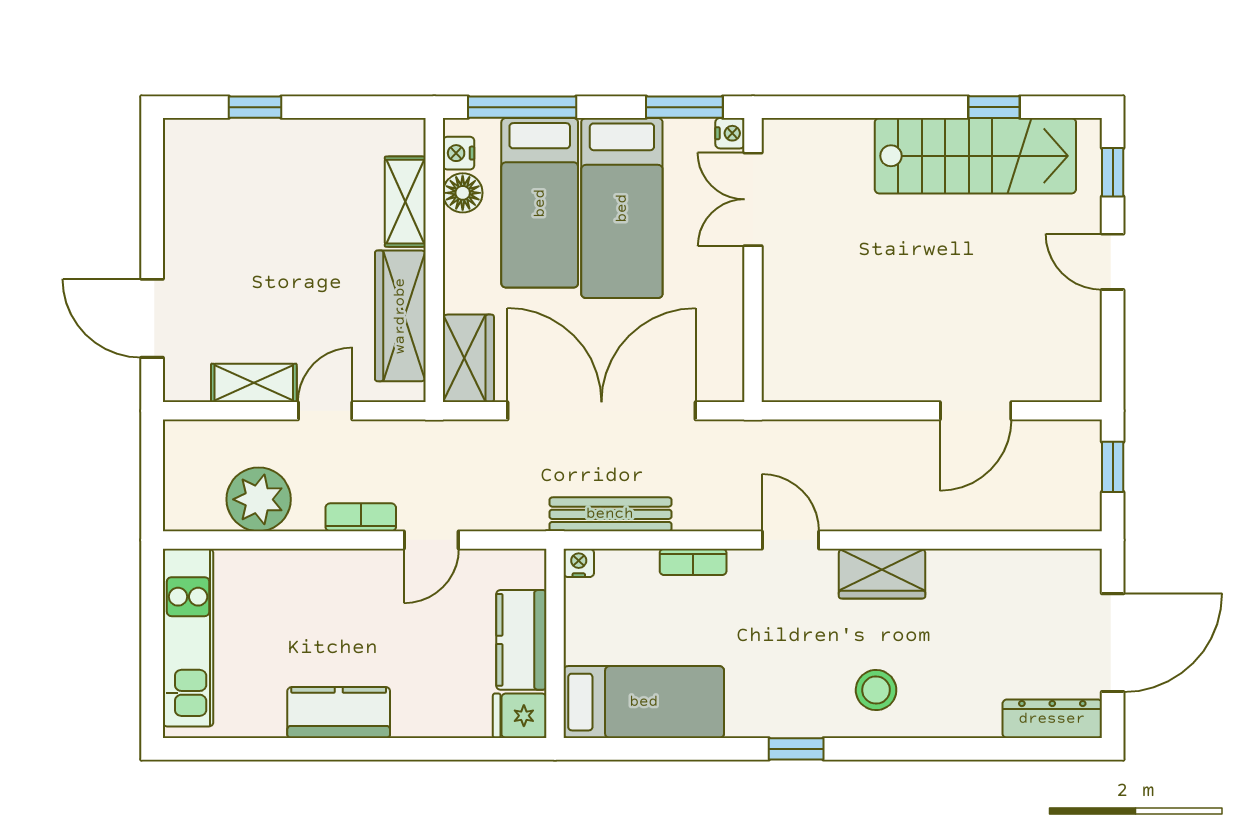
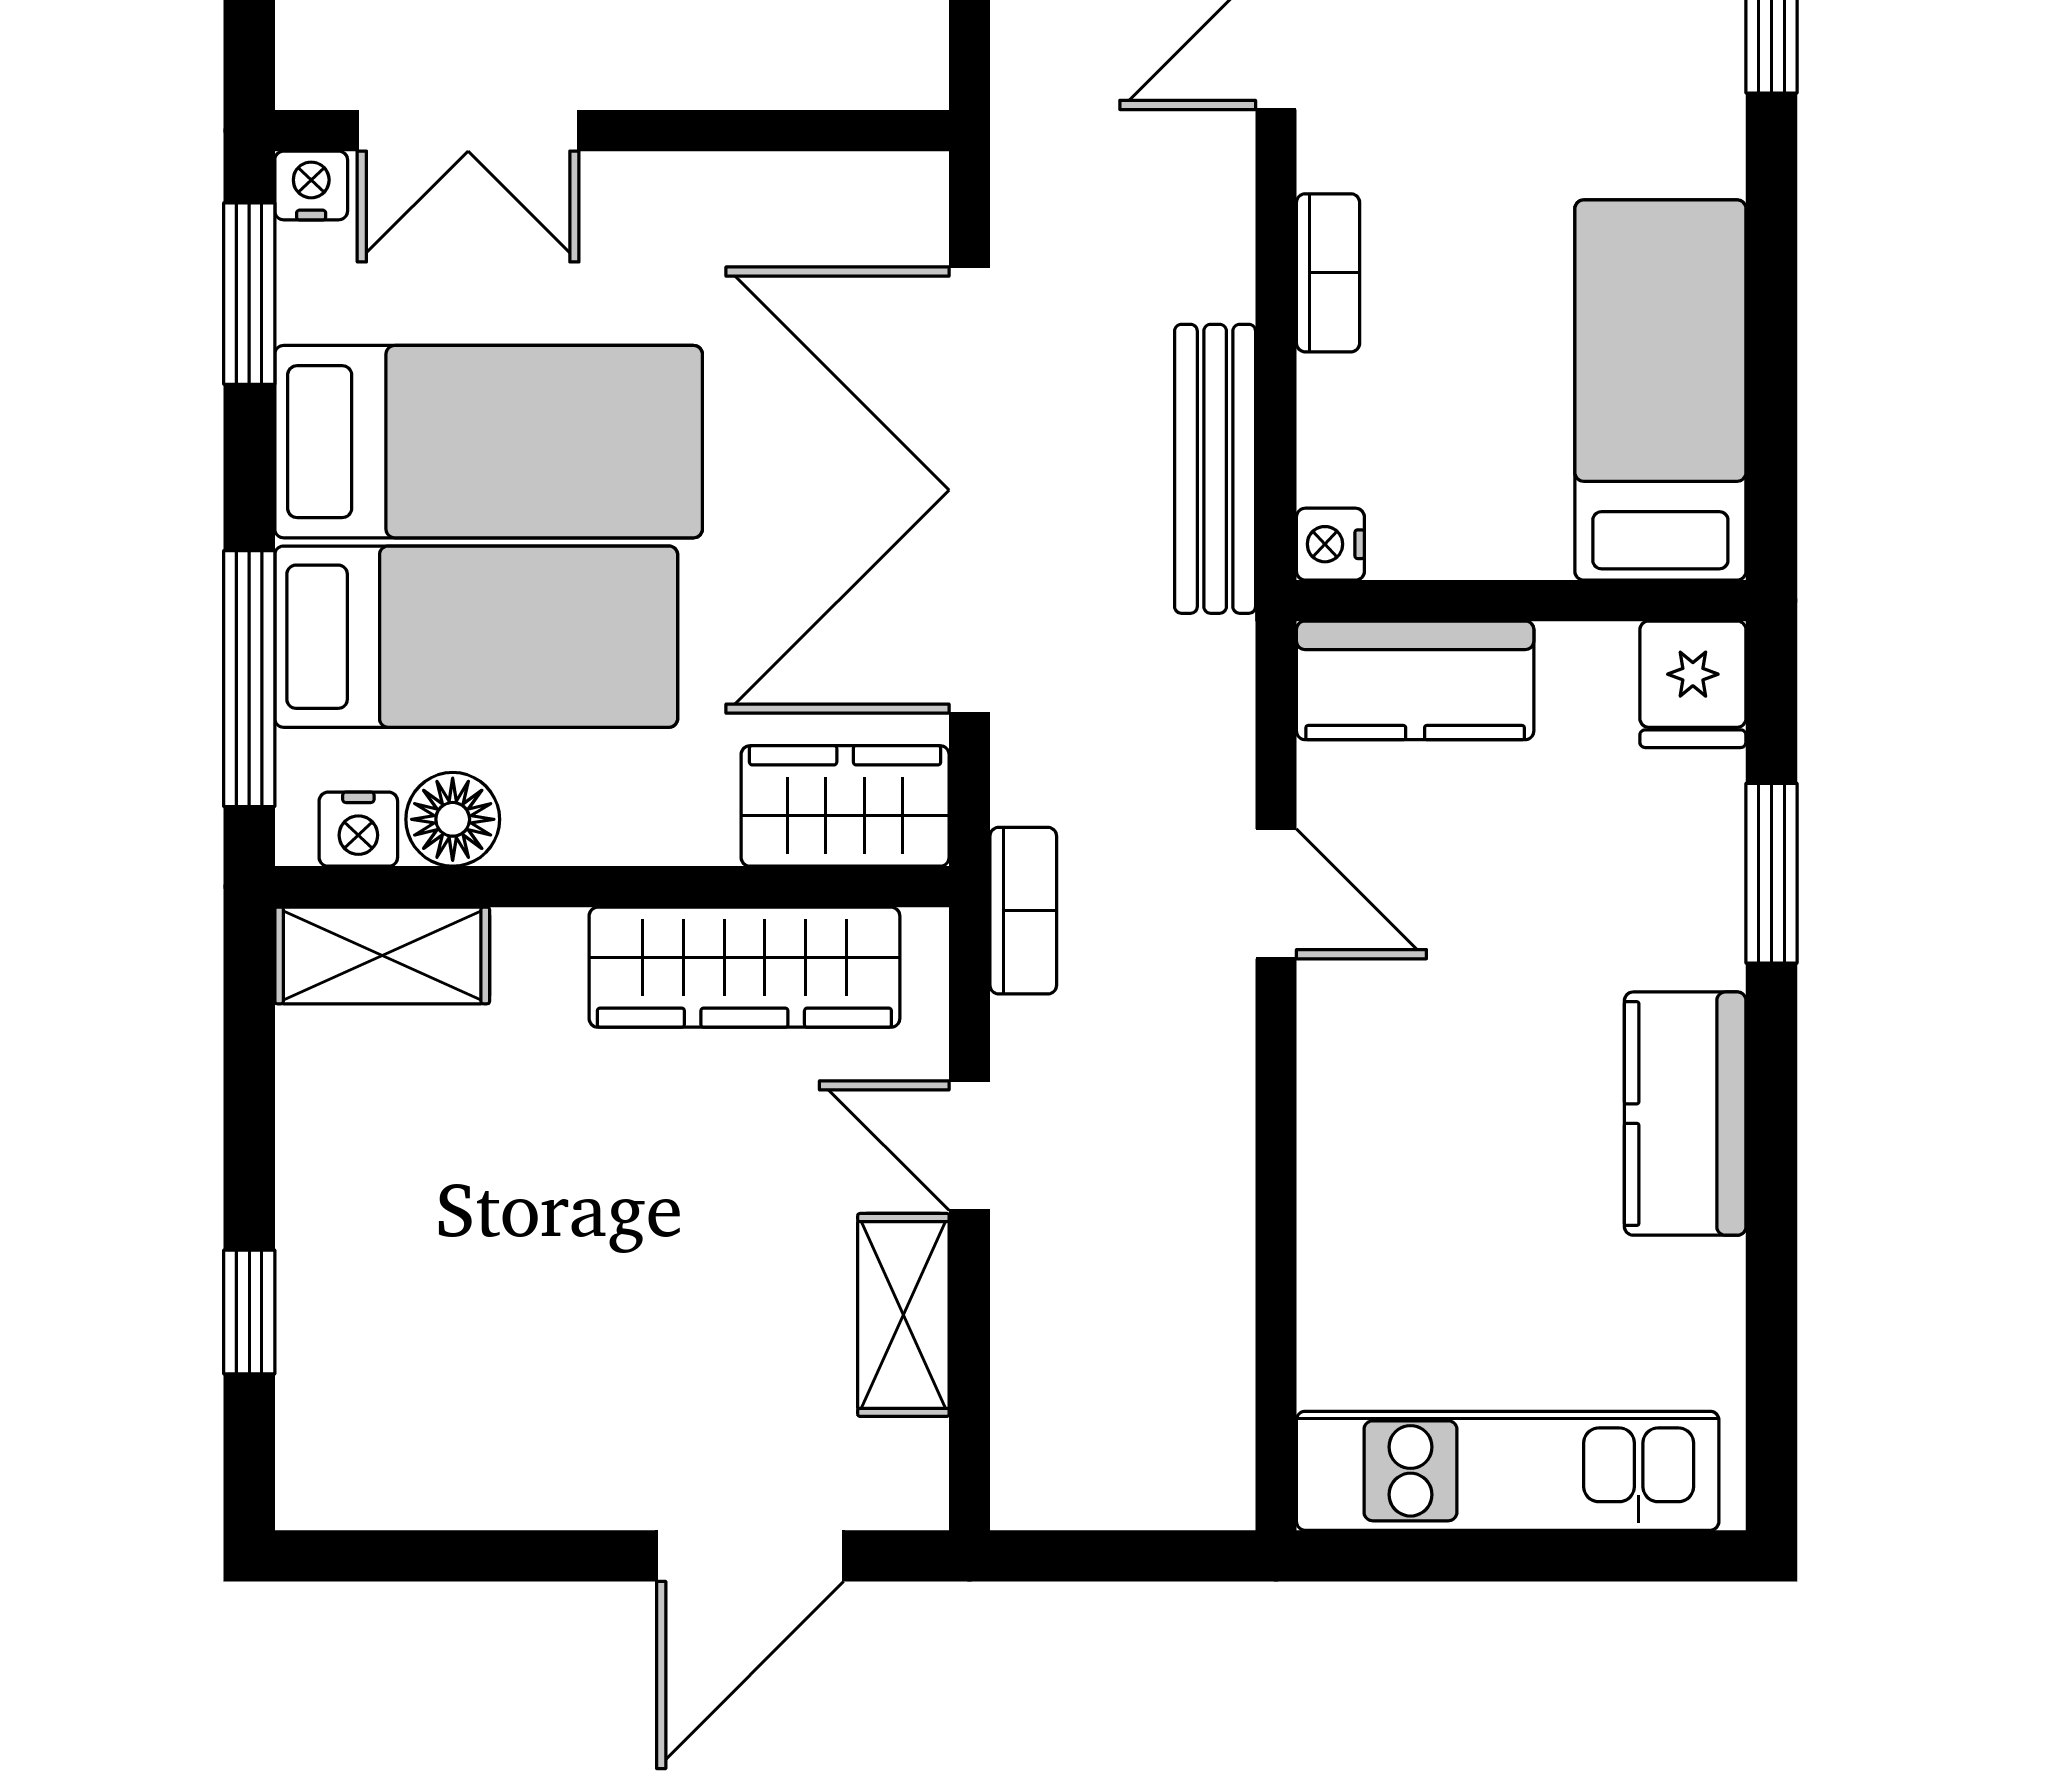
shelving: (405, 202) -> (382, 955), moved
plant: (259, 499) -> (1180, 1303), removed
bookcase: (361, 517) -> (1023, 911), moved, turned 180
kitchen counter: (521, 640) -> (1415, 680), moved
window: (440, 749) -> (1771, 873), added

